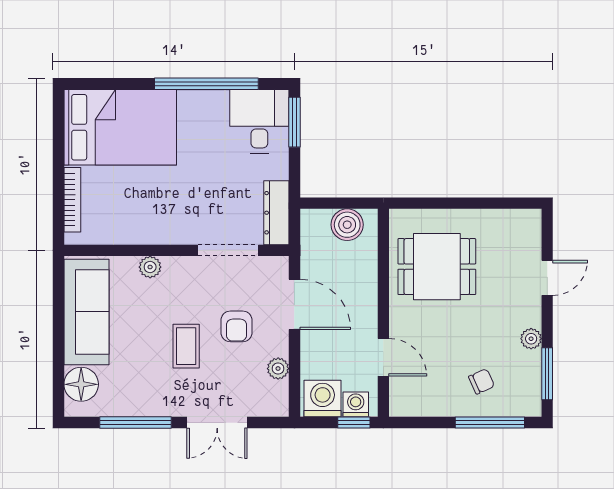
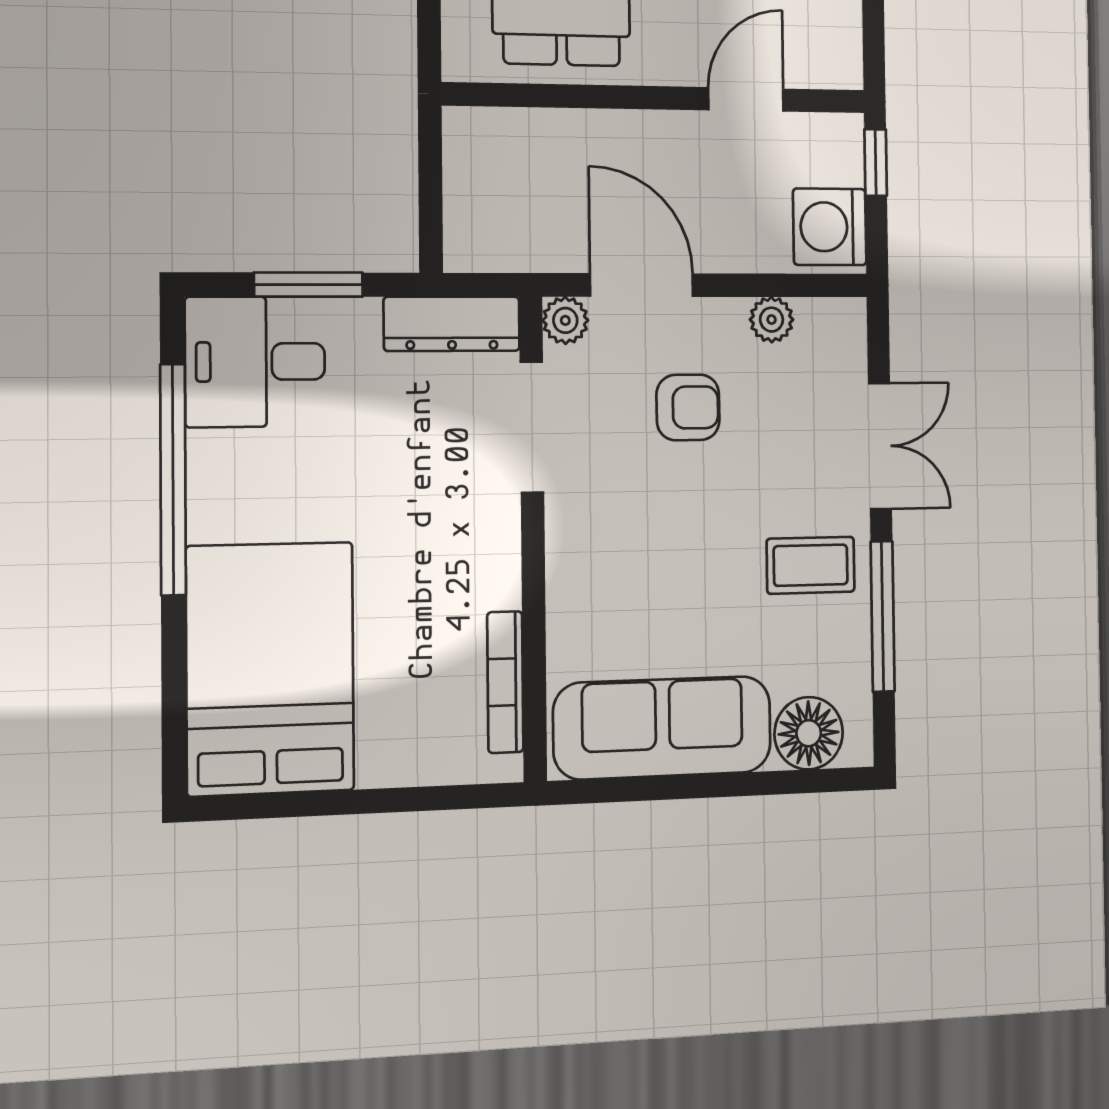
window: (294, 122) -> (308, 285), moved
bookcase: (72, 200) -> (505, 682), moved, turned -90
boiler: (347, 225) -> (476, 172), removed
plant: (150, 267) -> (565, 320), moved
door: (294, 304) -> (642, 285), hinge flipped
coffee table: (186, 346) -> (811, 565), moved
washing machine: (356, 404) -> (840, 158), removed

